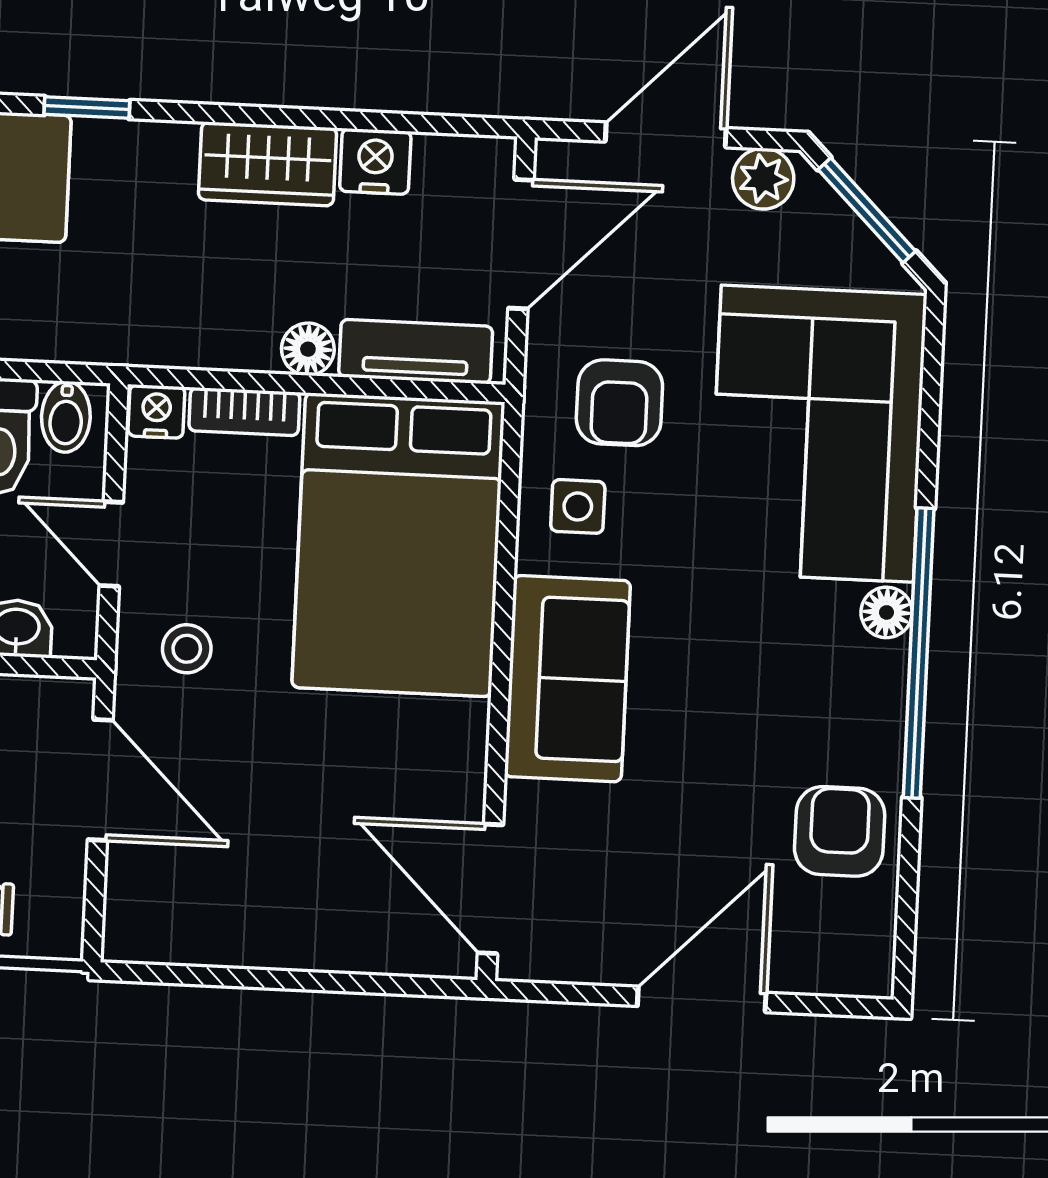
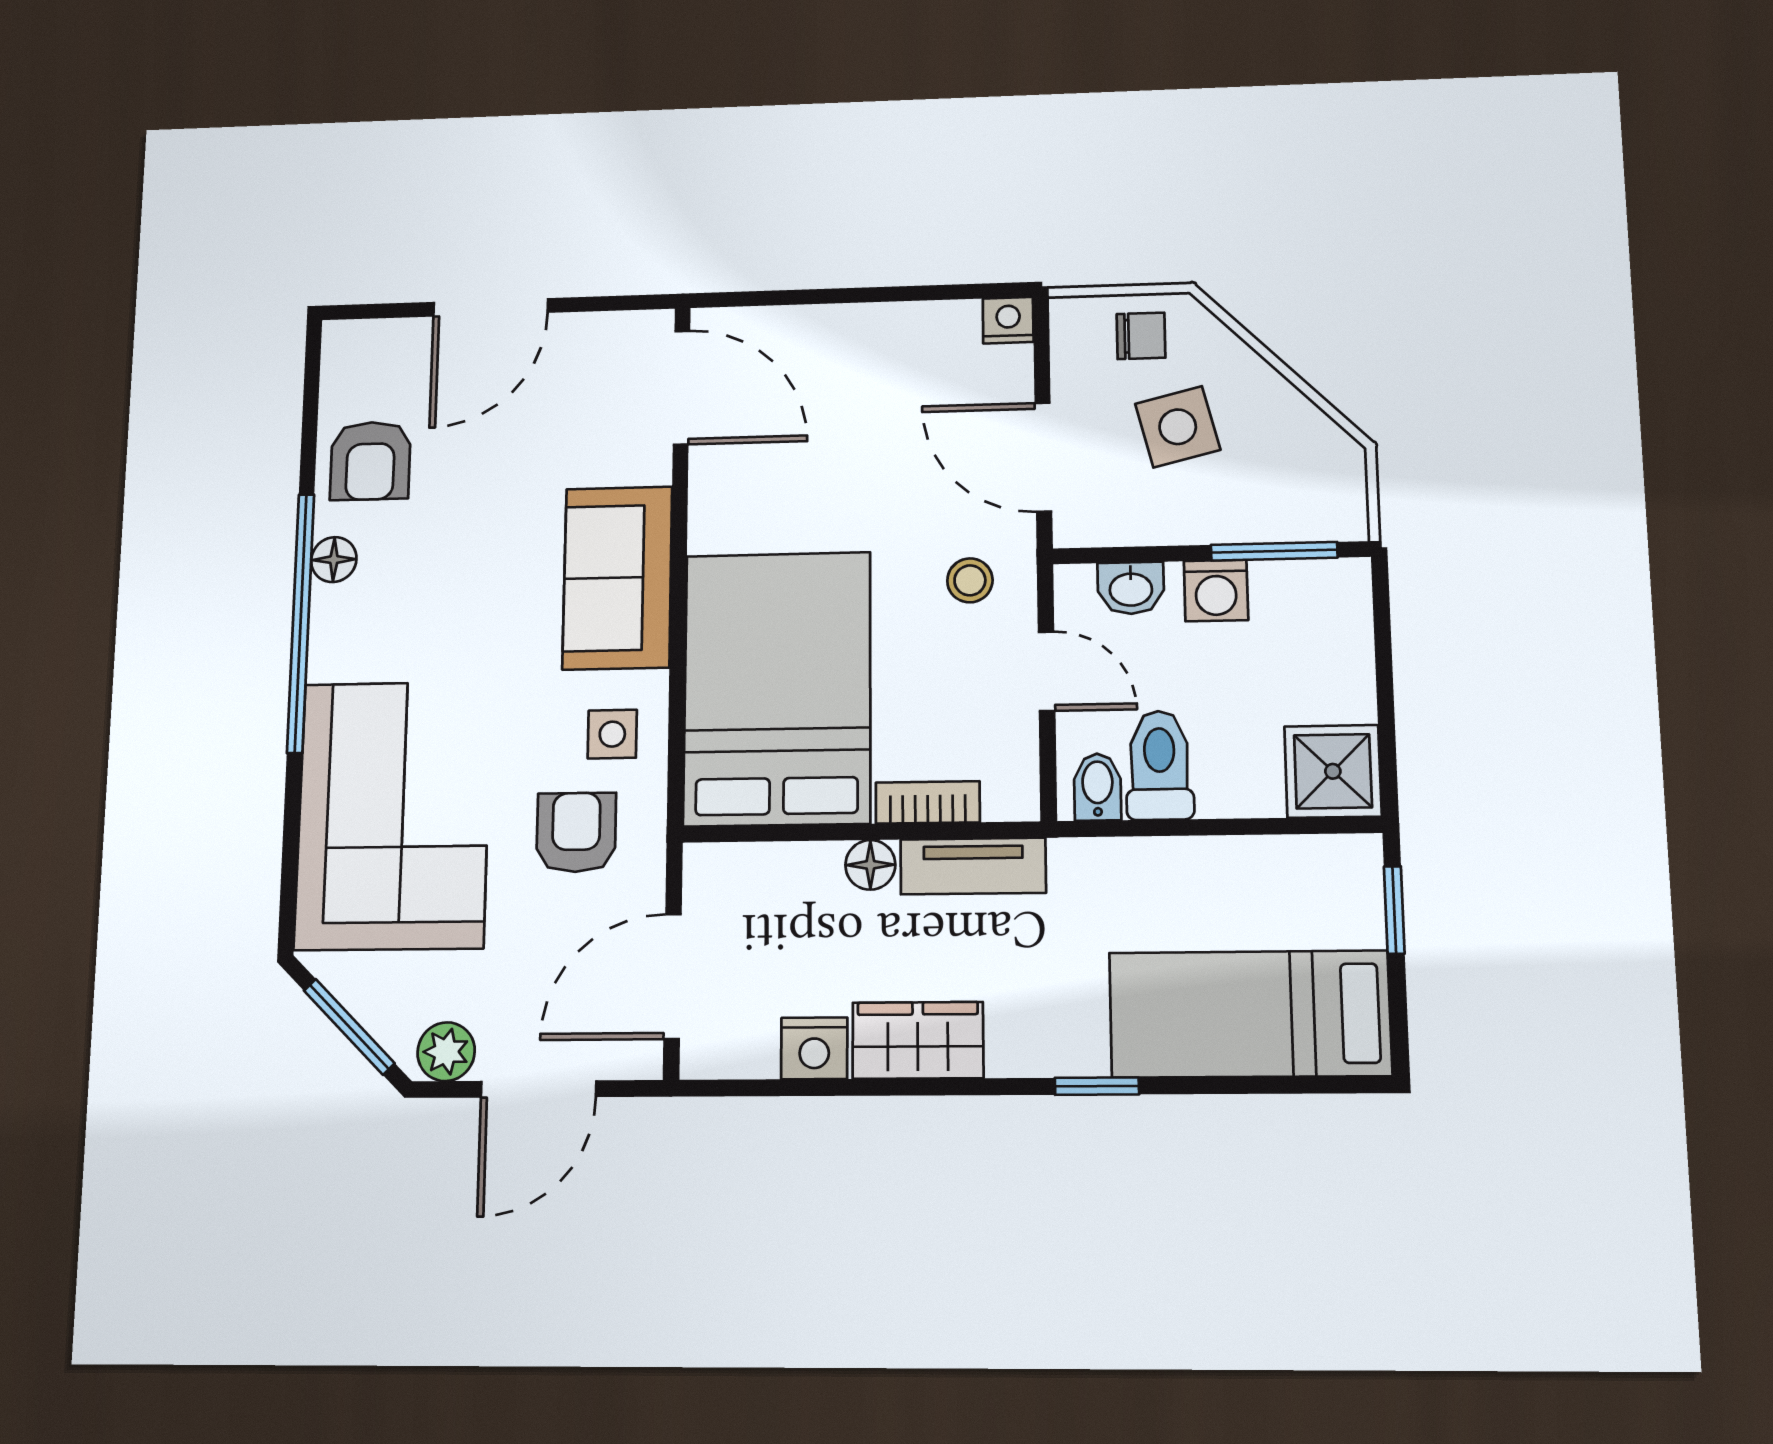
tv unit: (416, 352) -> (973, 866), moved
nightstand: (156, 411) -> (1008, 320), moved, turned 180
floor lamp: (886, 612) -> (334, 560), moved

